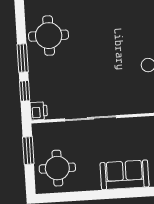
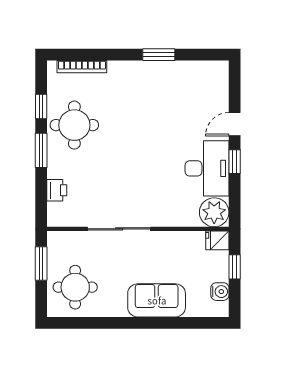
window: (25, 91) -> (41, 107), moved
printer: (39, 111) -> (57, 190), moved

